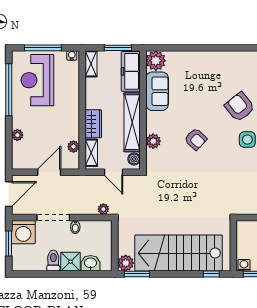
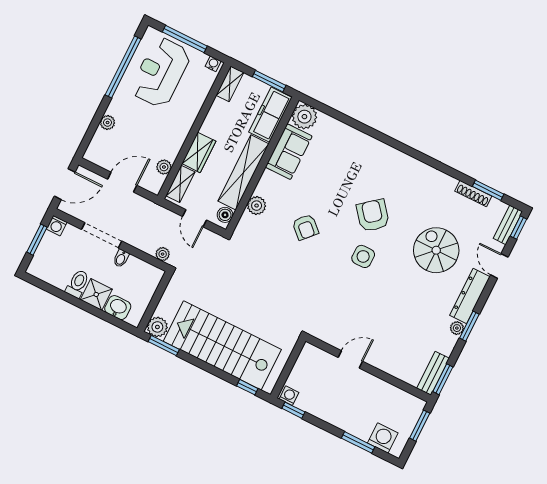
washing machine: (23, 232) -> (57, 226), width x0.53, depth x0.53

